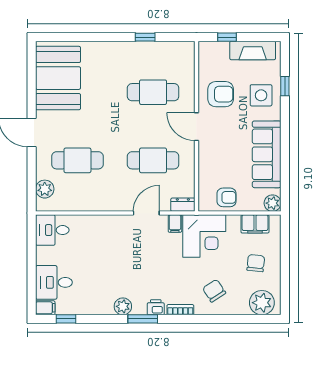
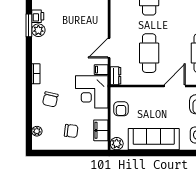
door: (146, 213) -> (109, 48), swing flipped
chair: (214, 291) -> (50, 99), turned 136
plant: (262, 303) -> (37, 131), width x0.53, depth x0.53
printer: (156, 307) -> (38, 16), moved
window: (143, 319) -> (29, 25), moved

